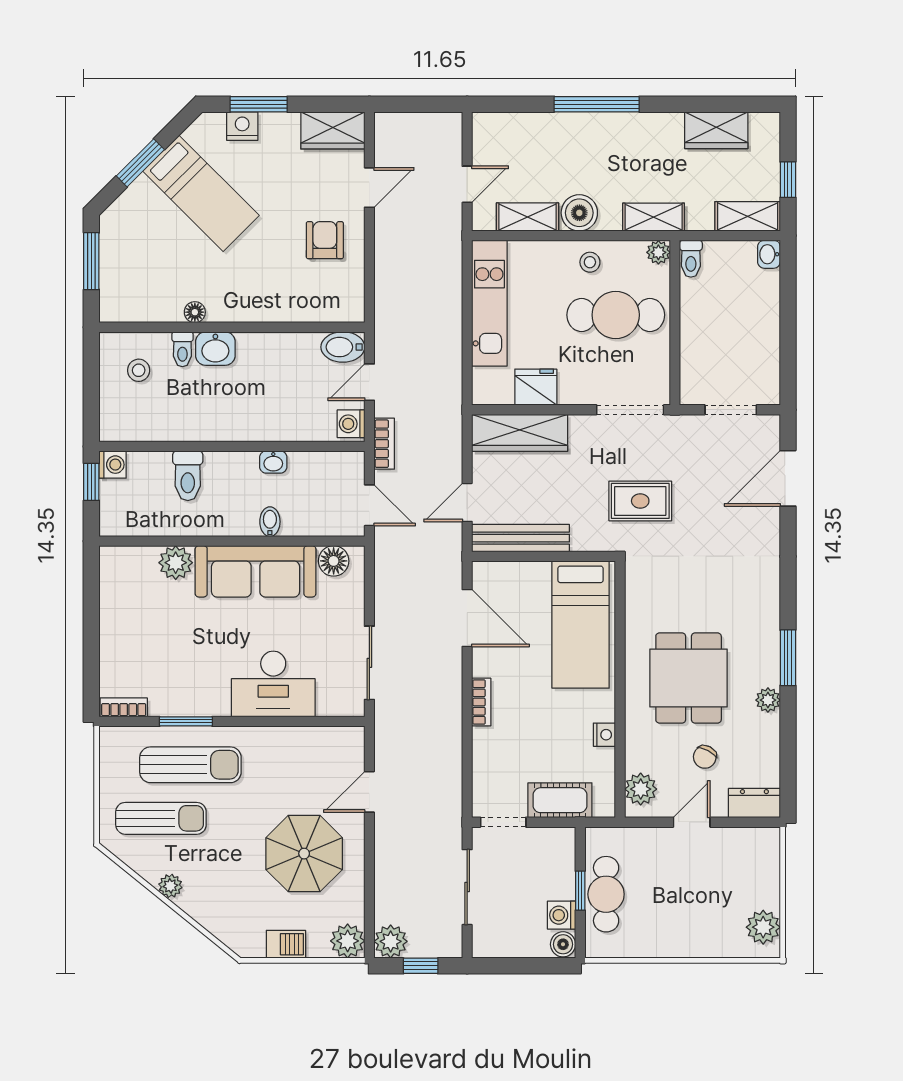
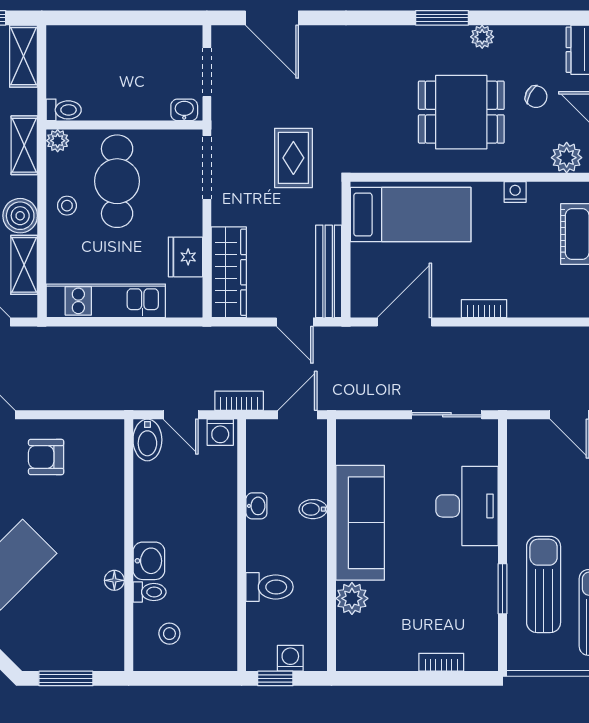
washbasin: (769, 254) -> (184, 110), moved, turned 180
washing machine: (113, 465) -> (290, 658), moved
floor lamp: (334, 561) -> (350, 449), removed
bookcase: (124, 707) -> (441, 662), moved, turned 90

